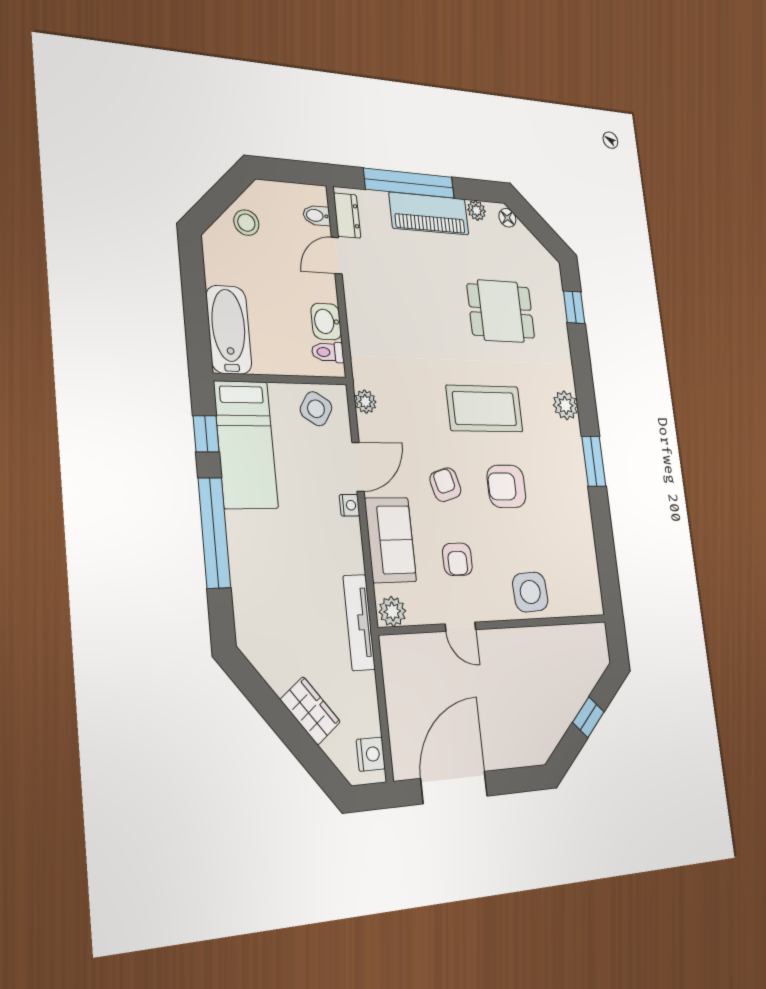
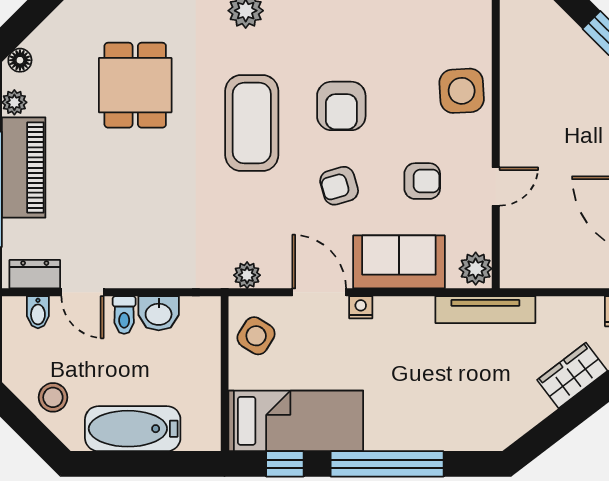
bathtub: (229, 330) -> (133, 429), moved
toilet: (328, 352) -> (124, 315), moved

